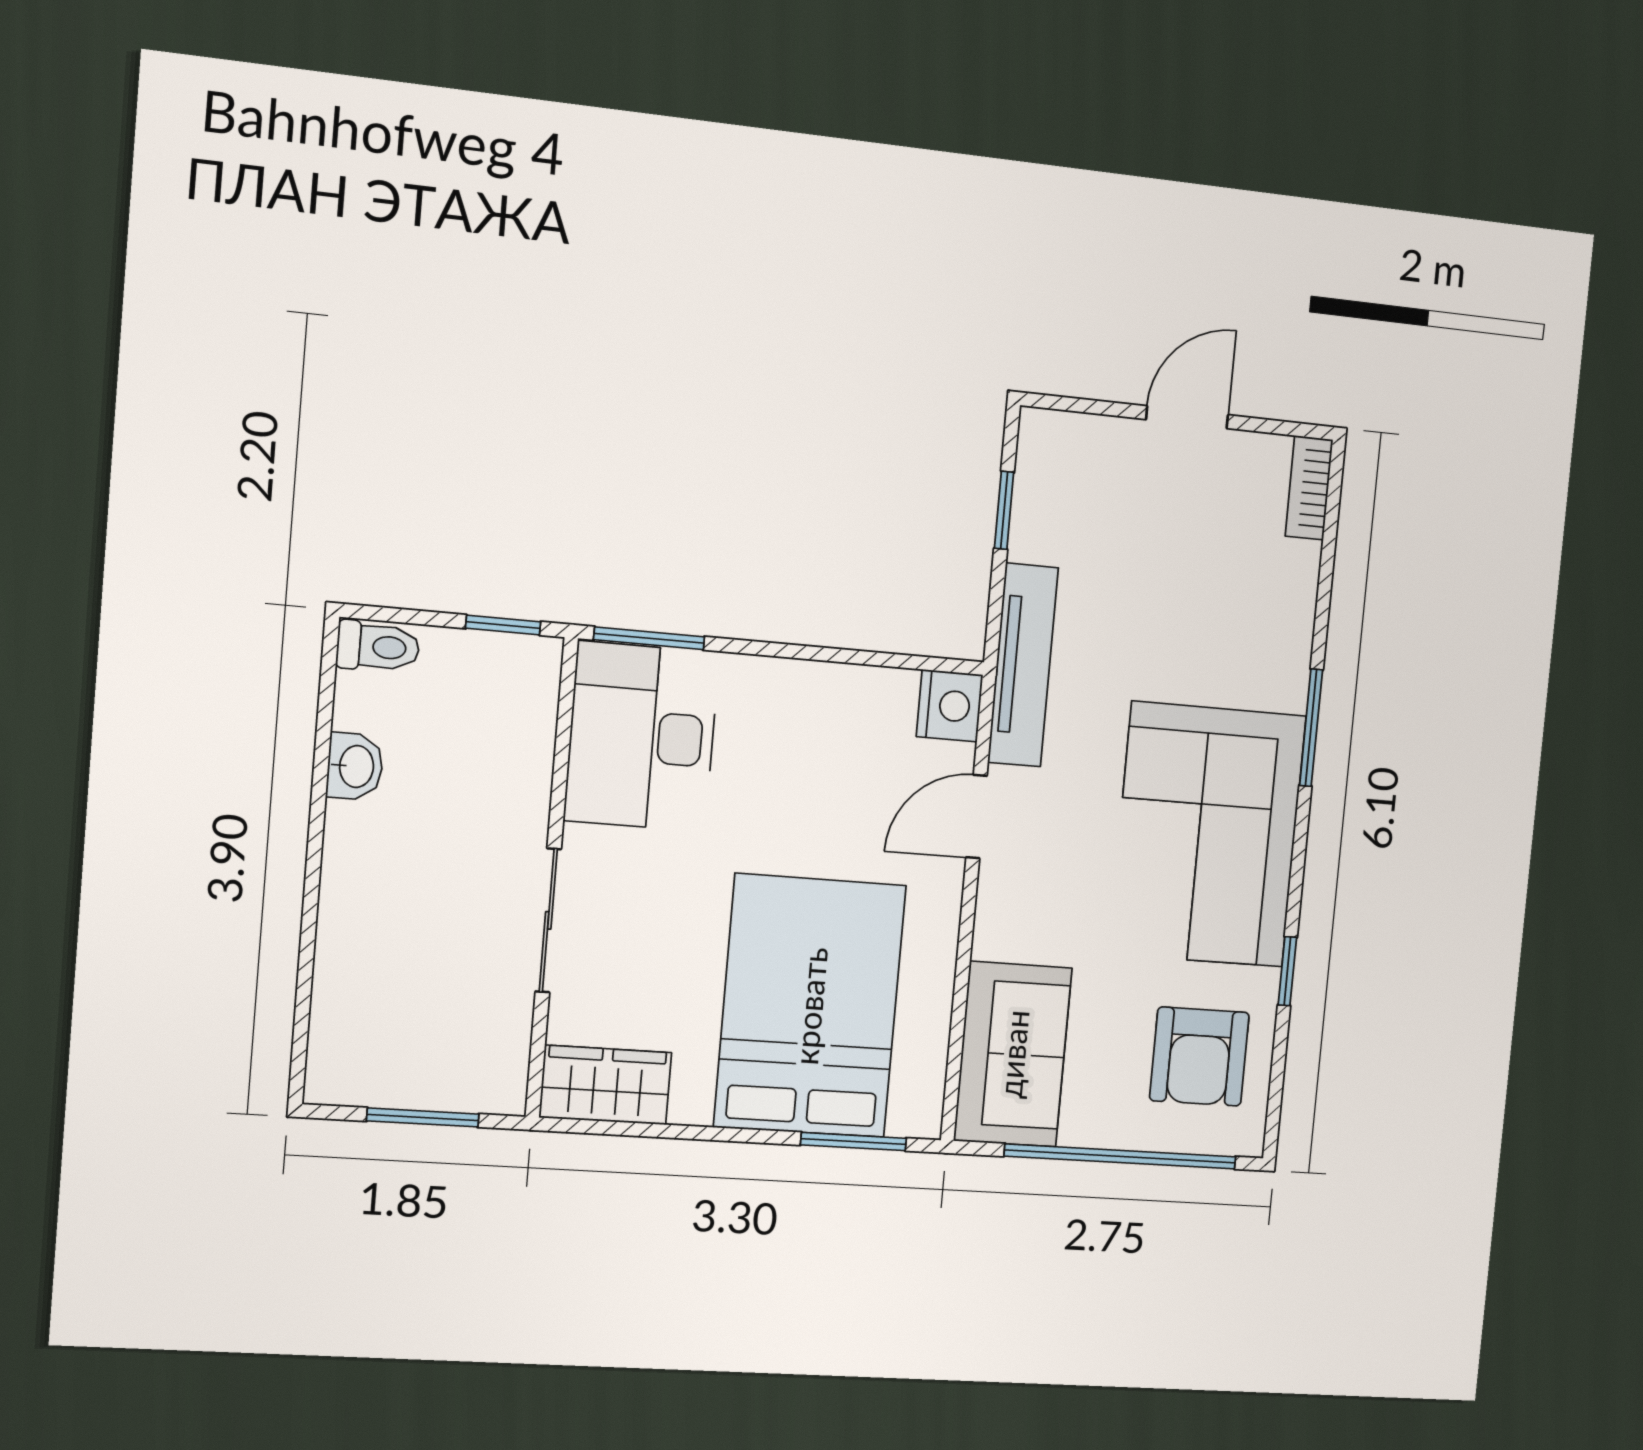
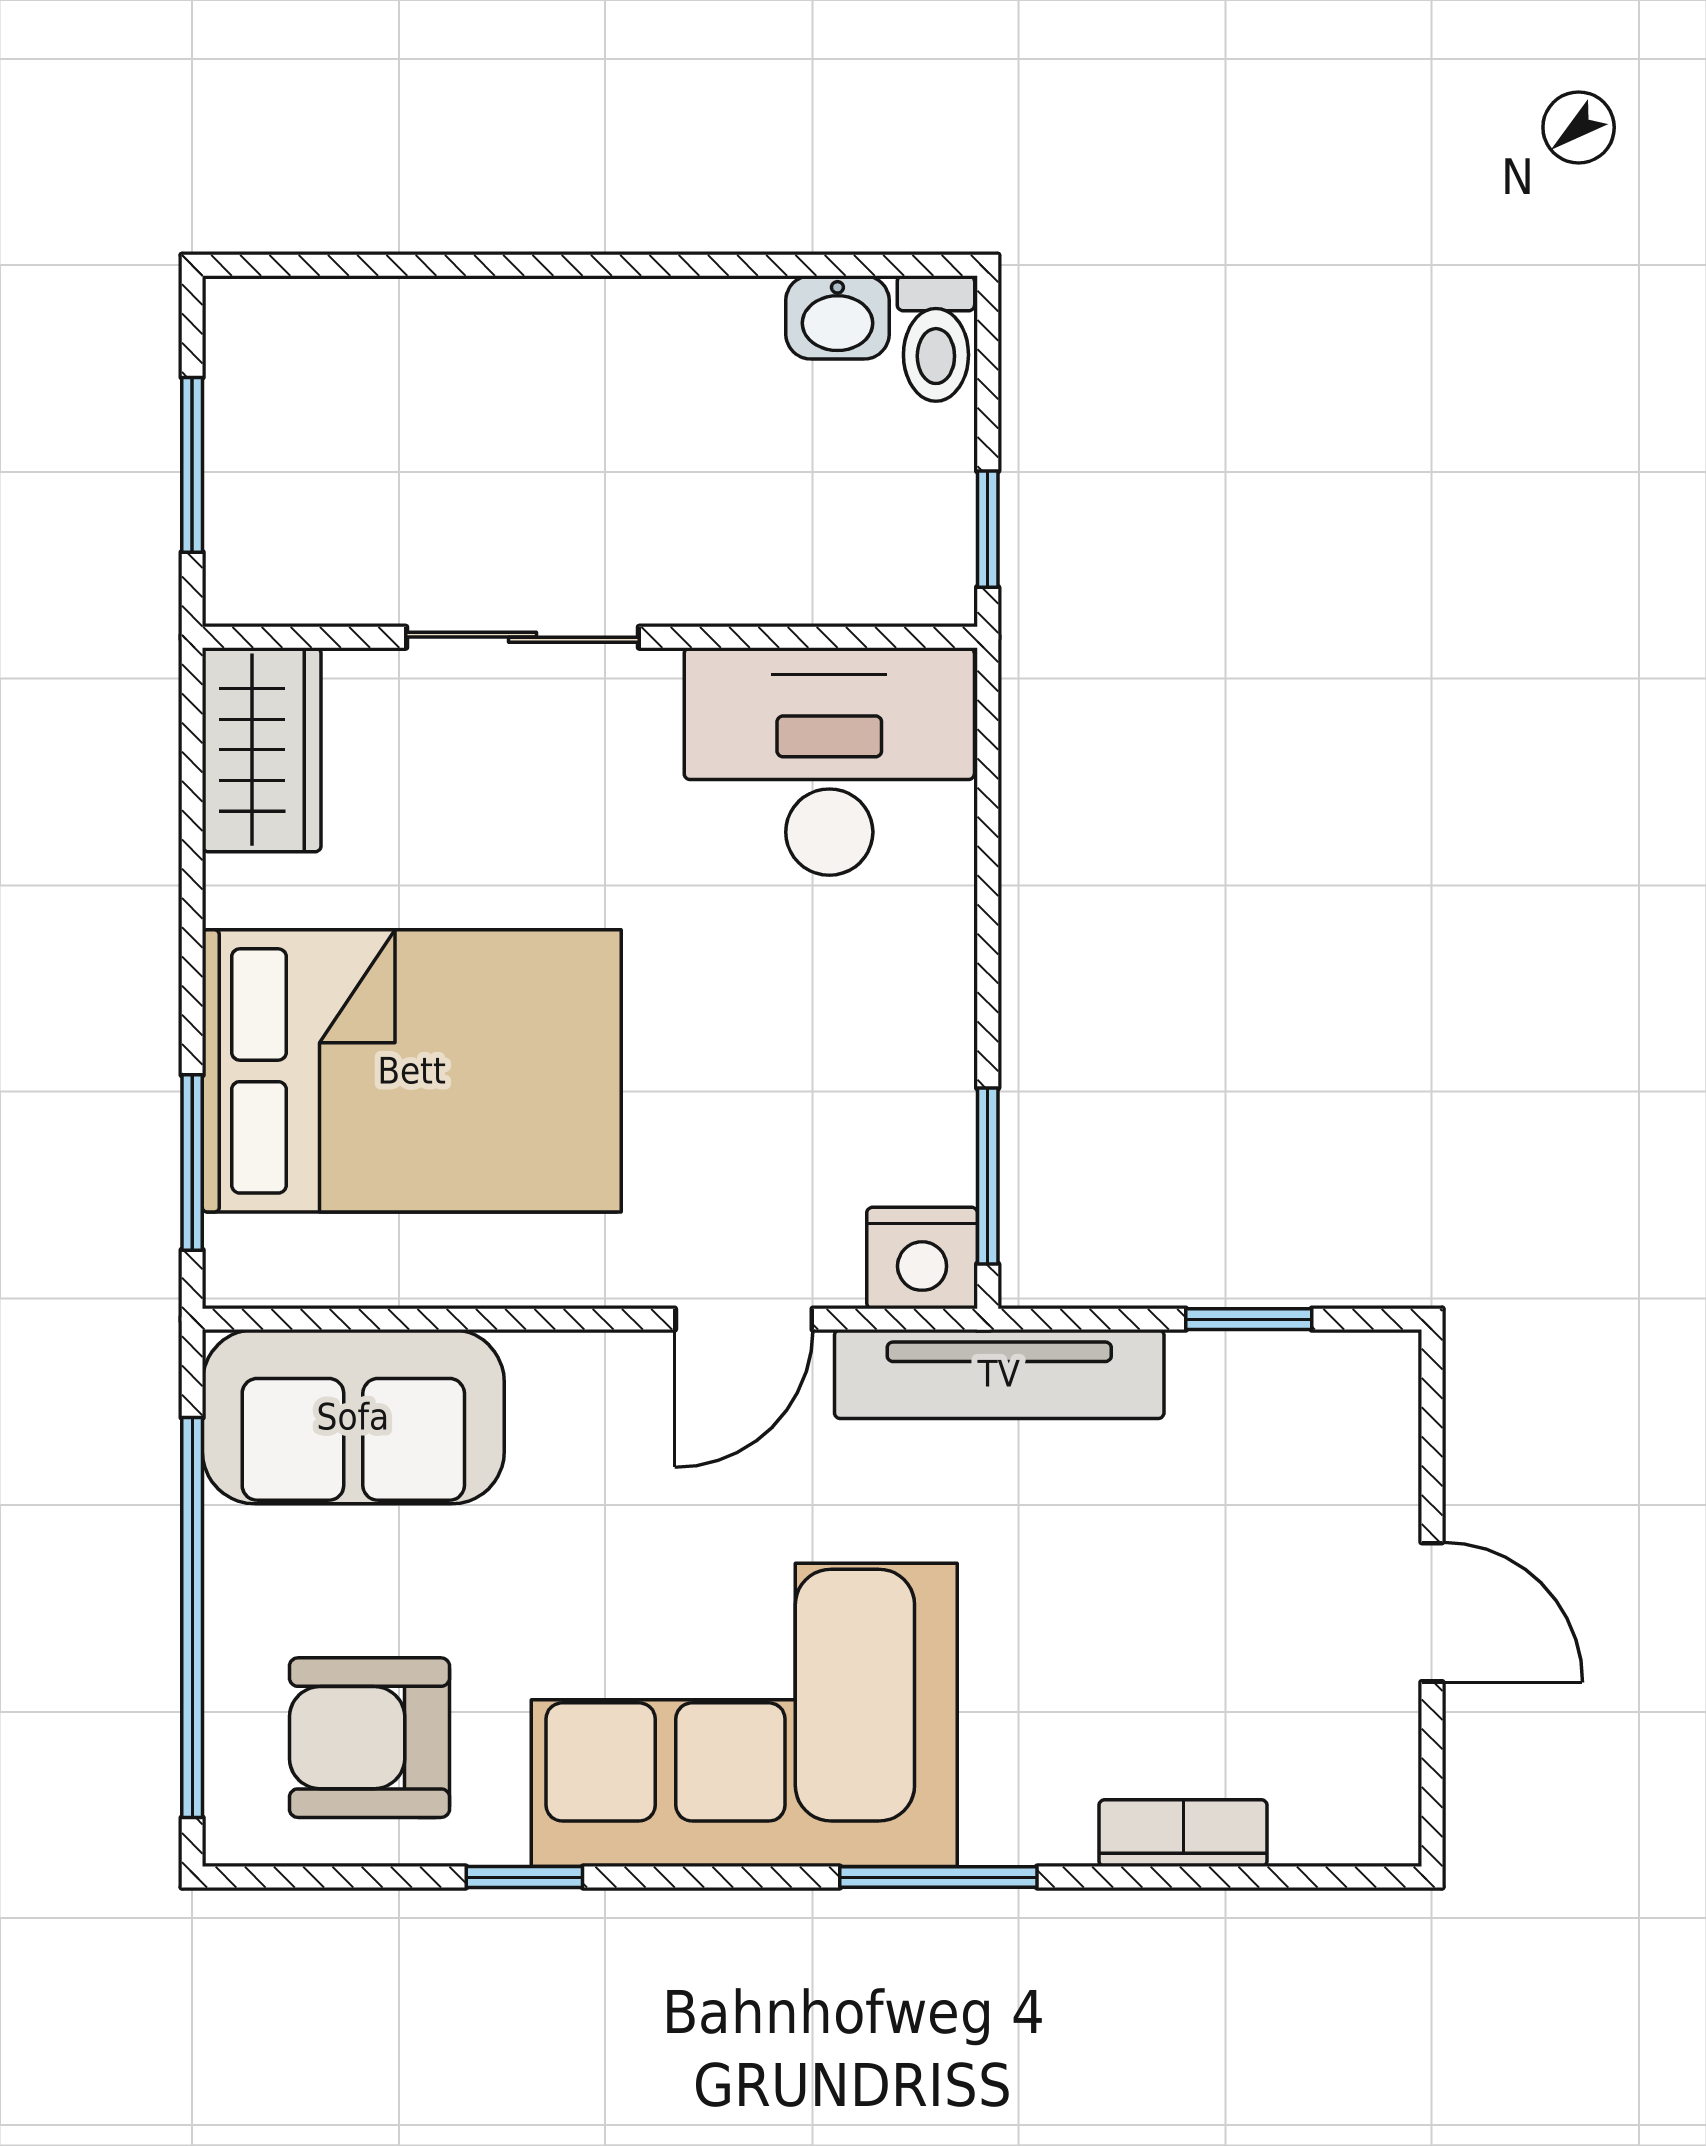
bookcase: (1309, 488) -> (1183, 1833), moved
window: (649, 638) -> (988, 1176), moved
washbasin: (355, 766) -> (837, 317), moved
door: (976, 817) -> (744, 1319), swing flipped

